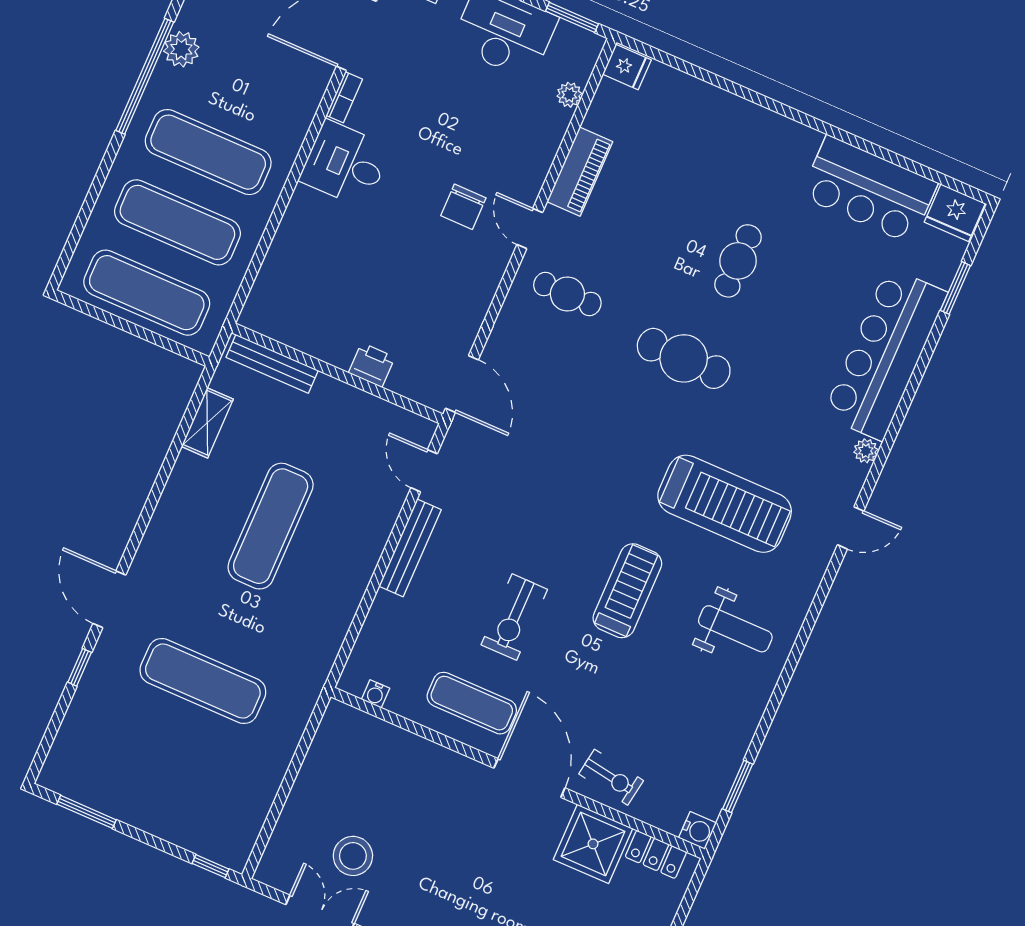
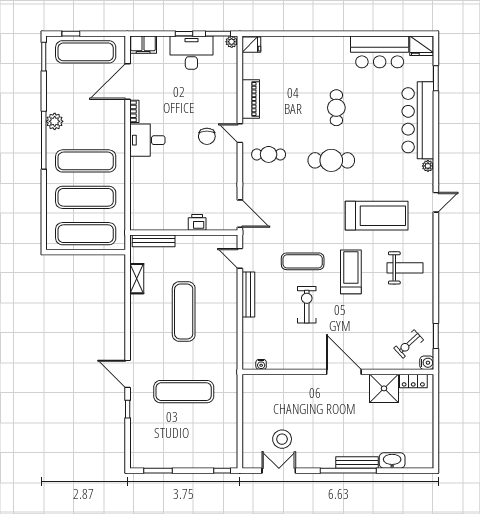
plant: (569, 95) -> (232, 42), moved
exercise bike: (514, 617) -> (307, 305), turned 180
exercise mat: (472, 703) -> (303, 261), moved
exercise bike: (611, 777) -> (409, 344), moved, turned 129

